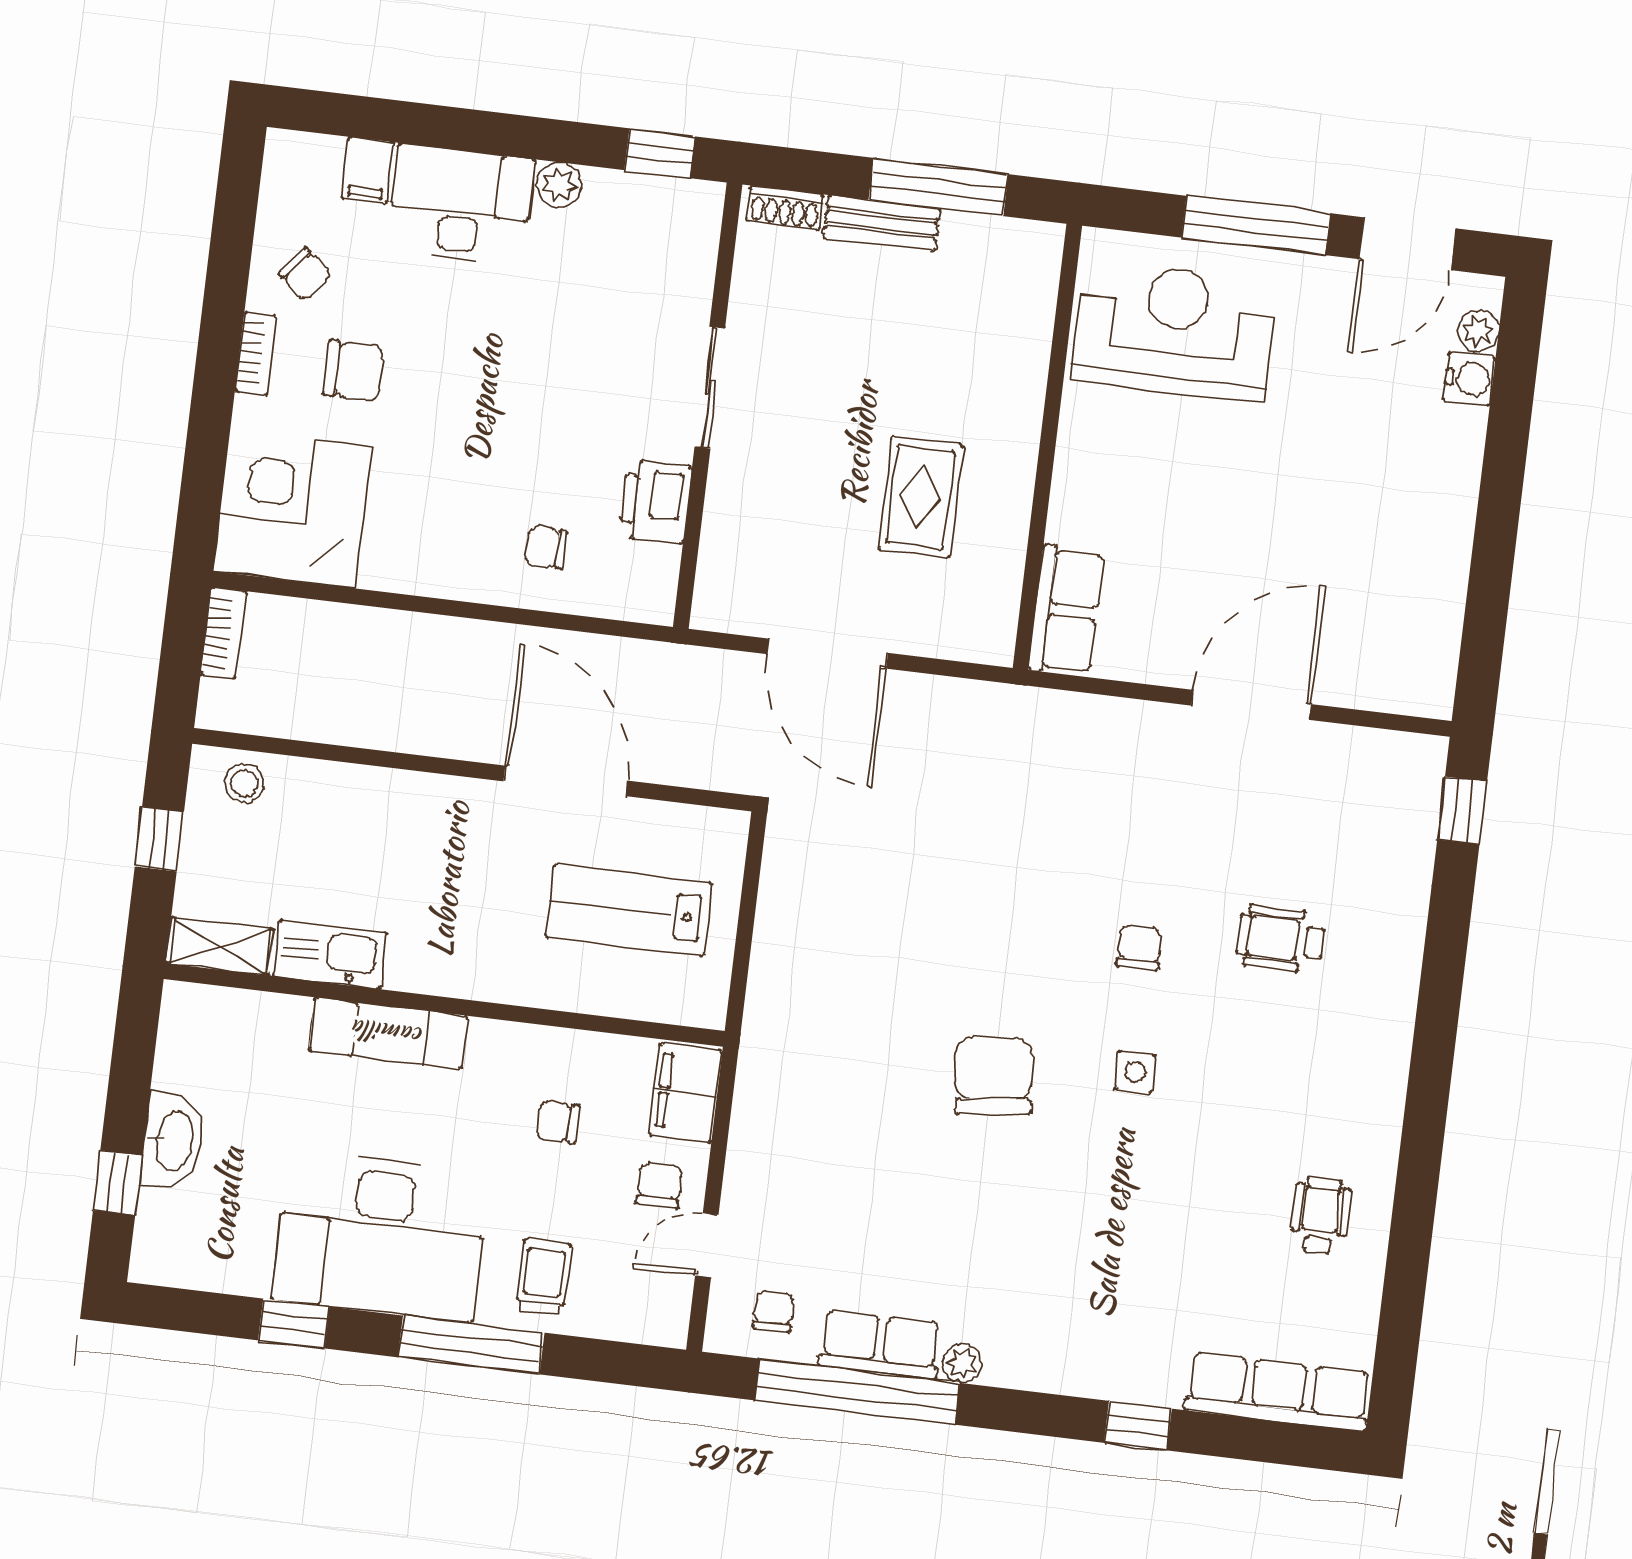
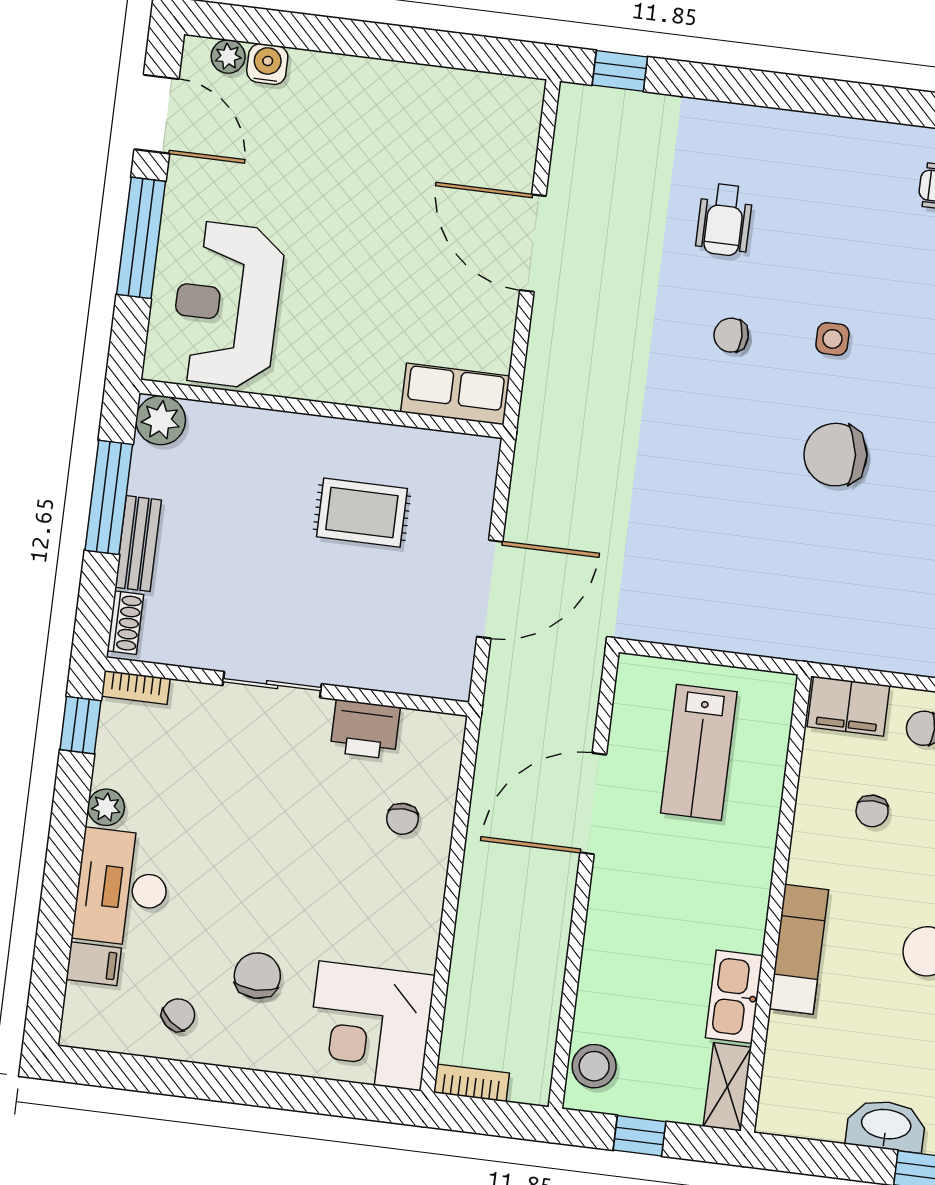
plant: (1033, 250) -> (161, 420), added
bookcase: (256, 353) -> (136, 687), moved, turned 180
stool: (244, 783) -> (594, 1066), width x1.37, depth x1.37

